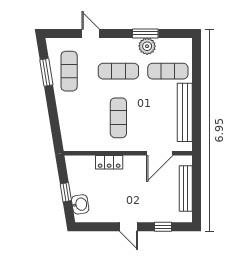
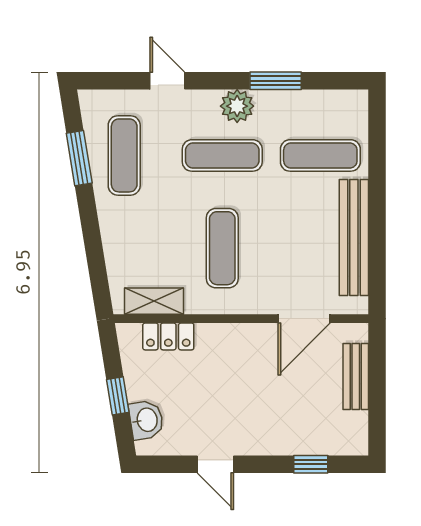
plant: (147, 46) -> (237, 106), moved
shelving: (84, 144) -> (154, 301), added
locker: (109, 162) -> (168, 336), moved
bench: (186, 189) -> (356, 376), width x0.73
door: (129, 227) -> (215, 464), moved

